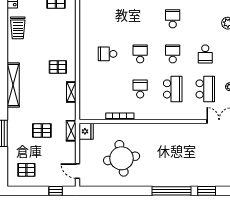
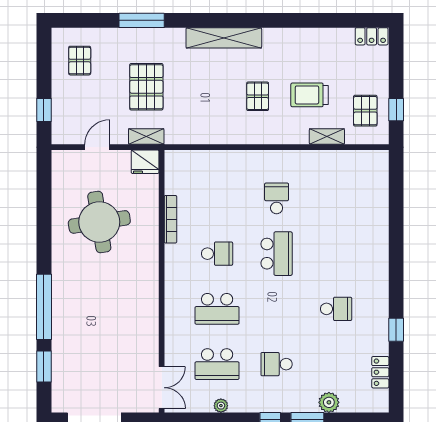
trolley: (18, 28) -> (310, 95), moved
school desk: (140, 54) -> (277, 254), width x1.85
school desk: (173, 54) -> (277, 309), removed
pallet: (58, 67) -> (258, 96), moved
shelving: (71, 92) -> (327, 137), moved
pallet: (42, 131) -> (146, 87), width x1.50, depth x1.42
door: (77, 171) -> (97, 147), moved

